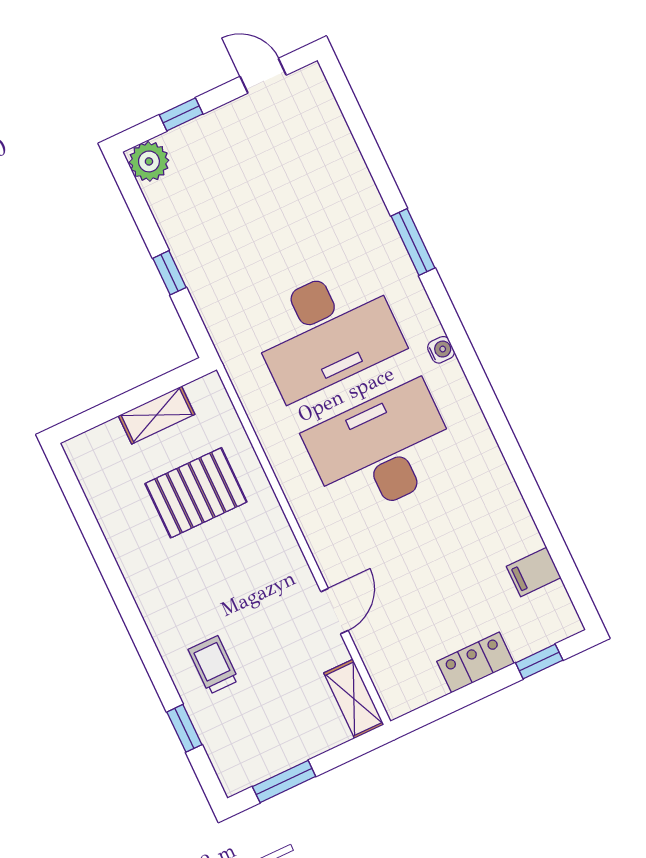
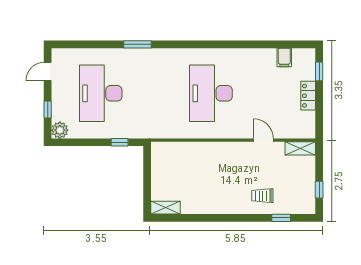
window: (169, 273) -> (120, 142), moved
desk: (326, 331) -> (101, 93), moved, turned 180
water cooler: (441, 350) -> (183, 53), removed
shelving: (157, 415) -> (165, 208), moved, turned 90
pallet: (196, 493) -> (194, 171), removed
window: (284, 782) -> (319, 190), width x0.67

